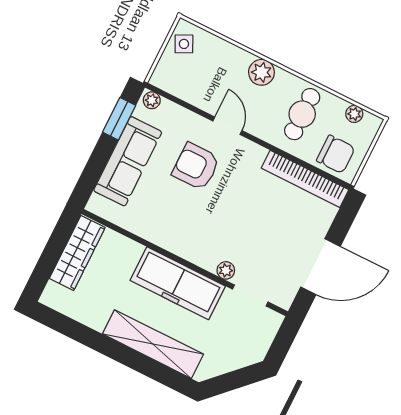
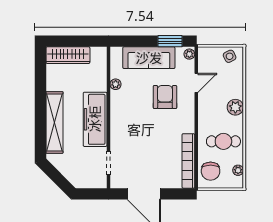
door: (227, 126) -> (196, 83), moved
wardrobe: (77, 253) -> (68, 55), moved
plant: (226, 270) -> (116, 84), moved

